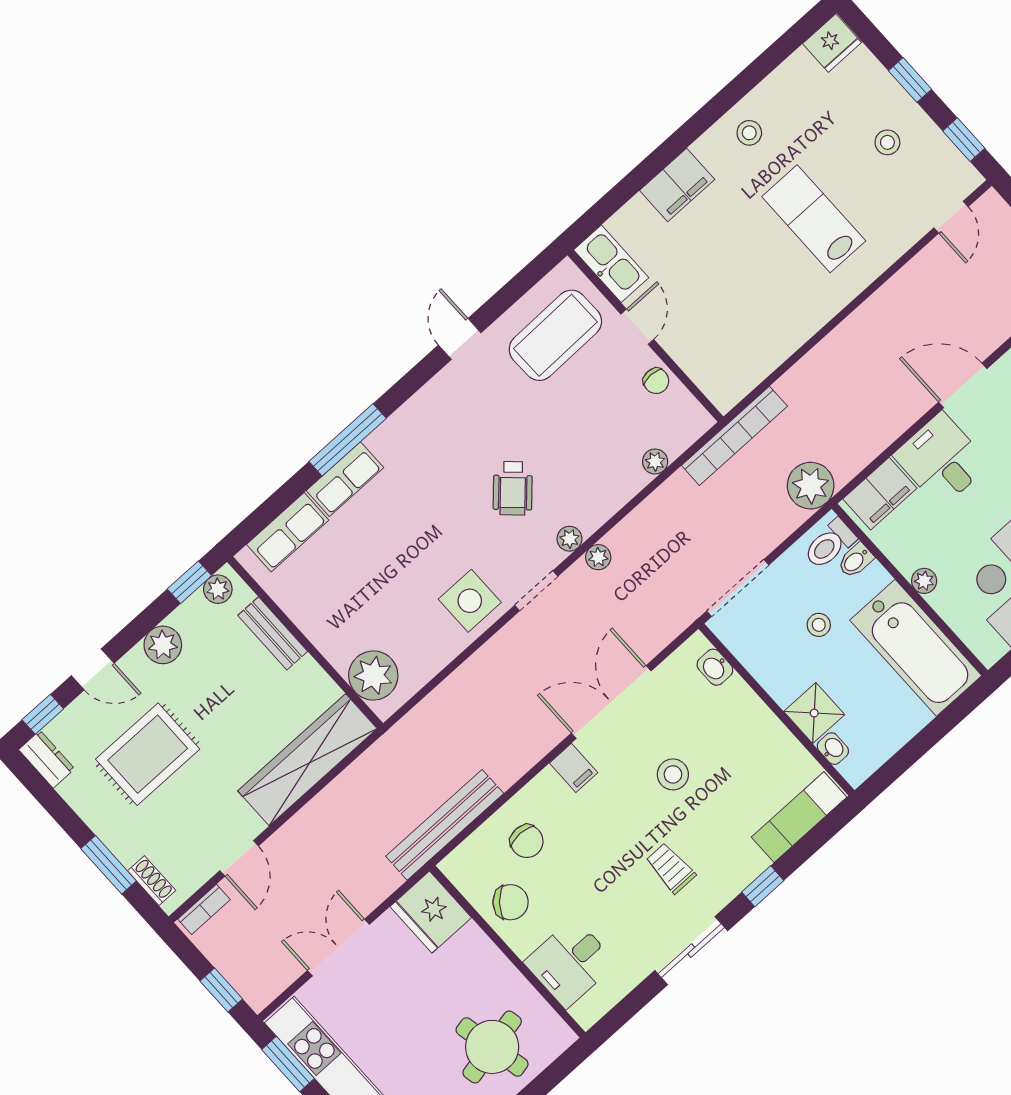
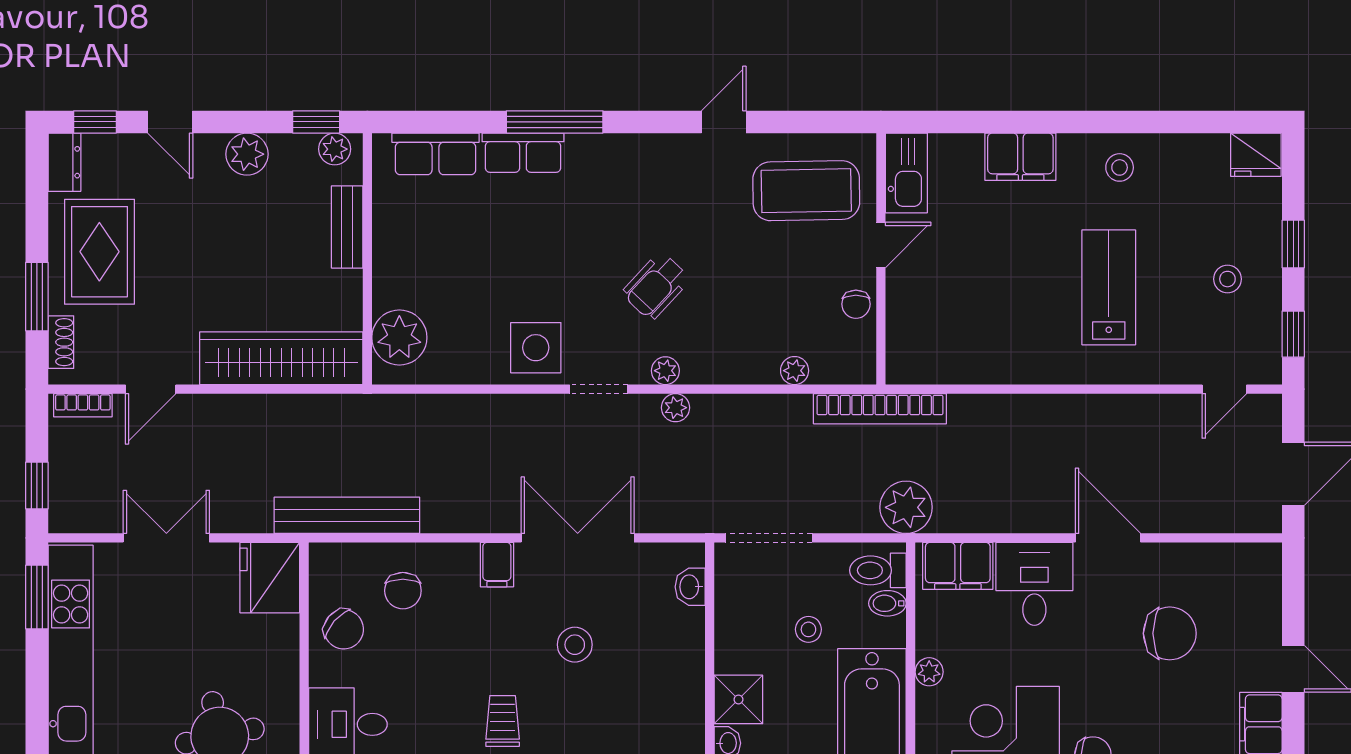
rug: (148, 754) -> (99, 252), moved, turned 90

